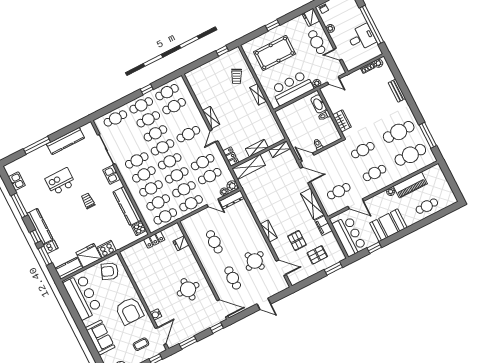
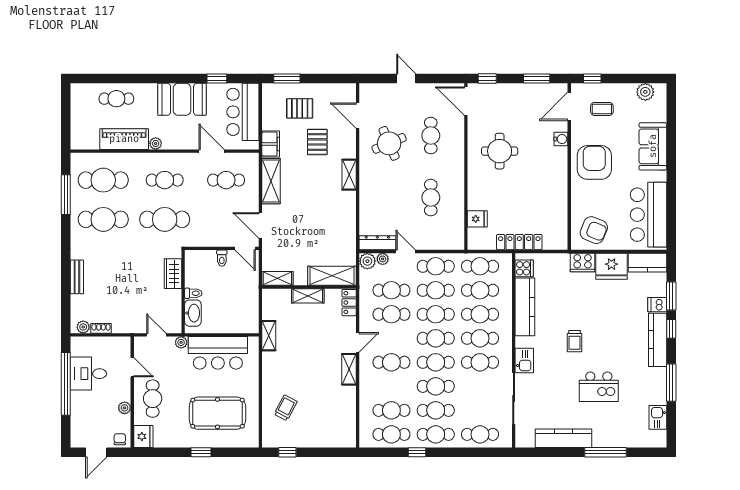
shelving: (258, 94) -> (269, 336), moved
cafe table: (363, 150) -> (165, 219), width x1.37, depth x1.35
locker: (154, 240) -> (519, 242), width x1.53

